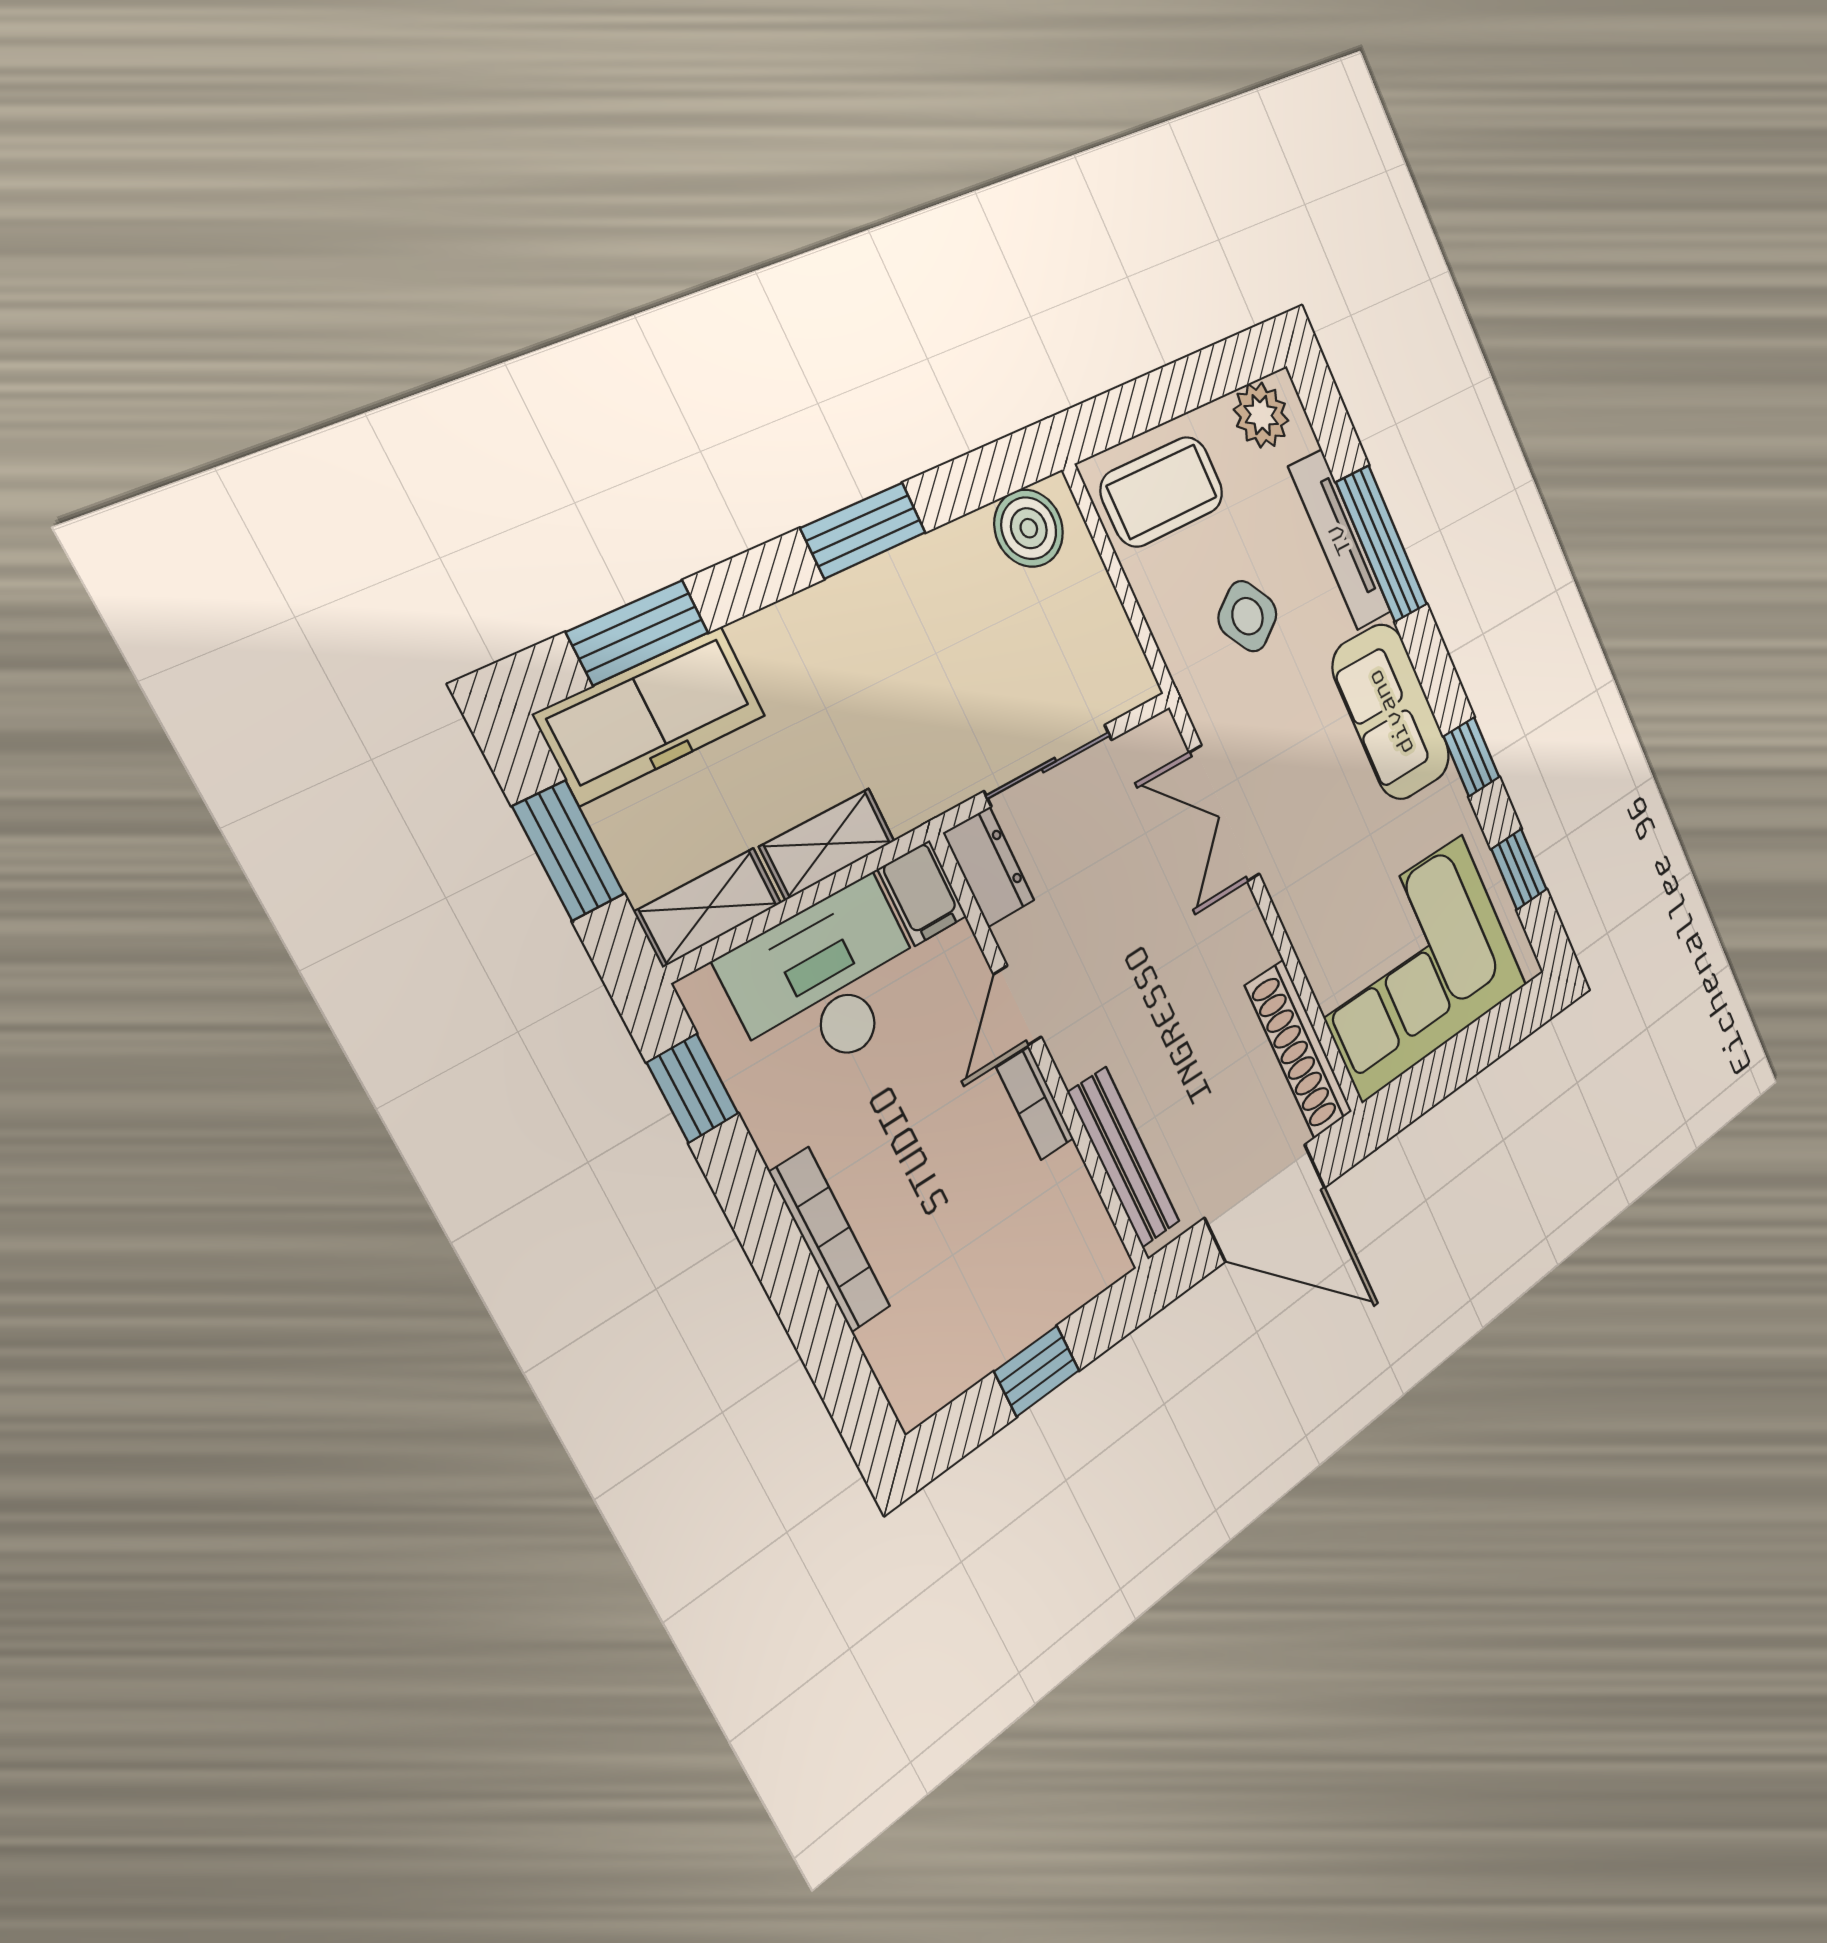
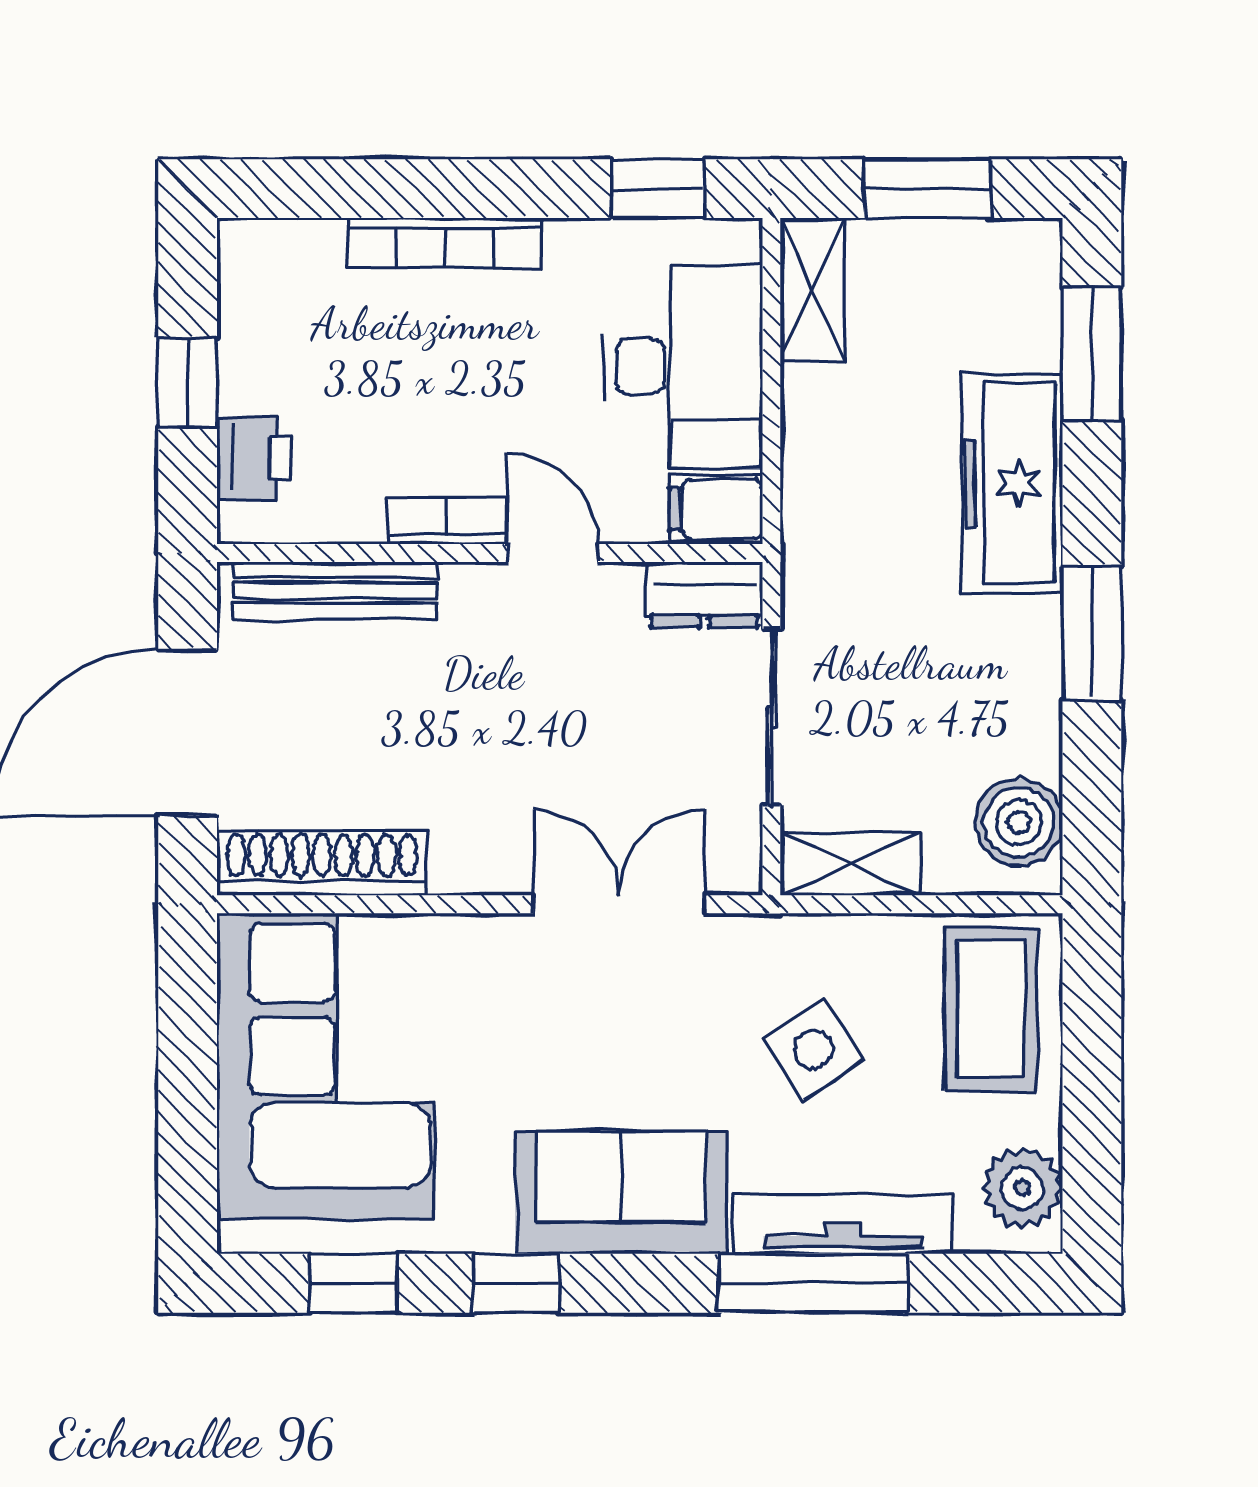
freezer: (651, 715) -> (1012, 483), moved
shelving: (828, 844) -> (850, 864), moved, turned 90
printer: (1064, 1282) -> (254, 458), added

